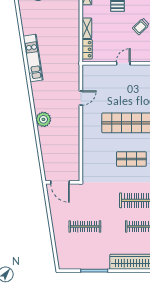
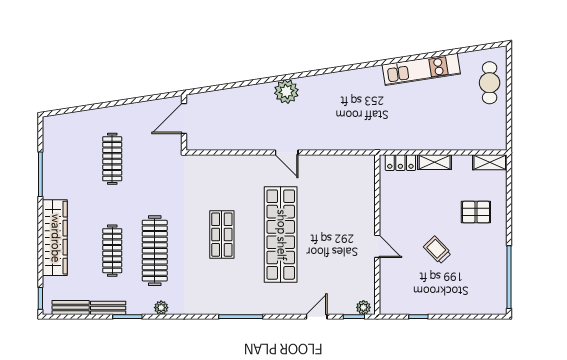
kitchen unit: (33, 58) -> (421, 69), moved
door: (123, 63) -> (377, 246), moved
door: (81, 98) -> (287, 152), moved

